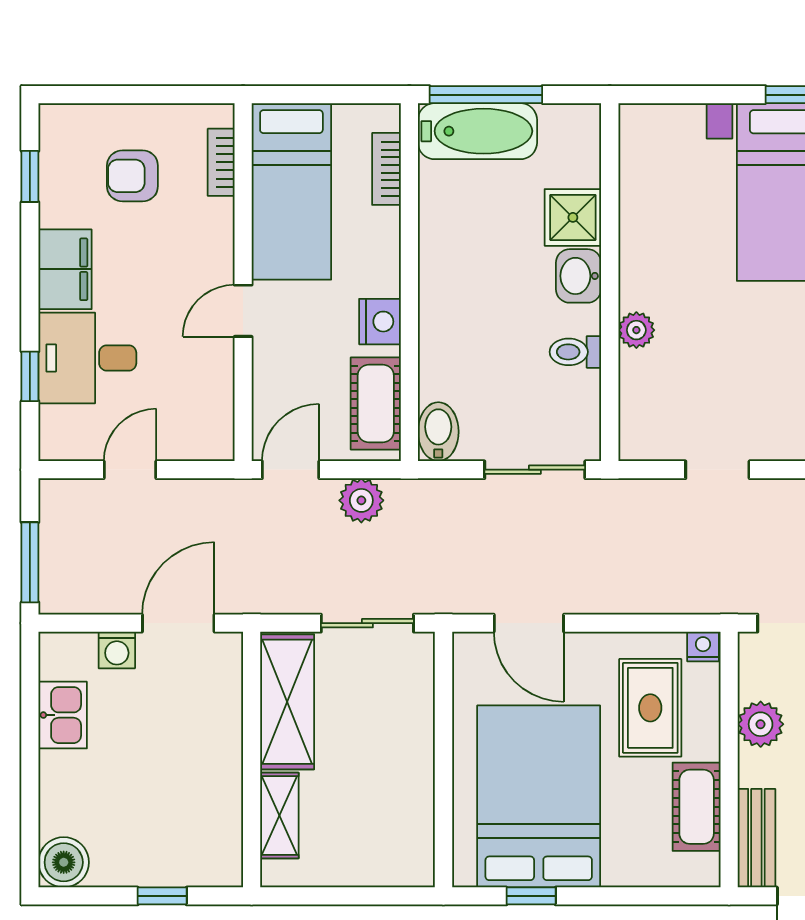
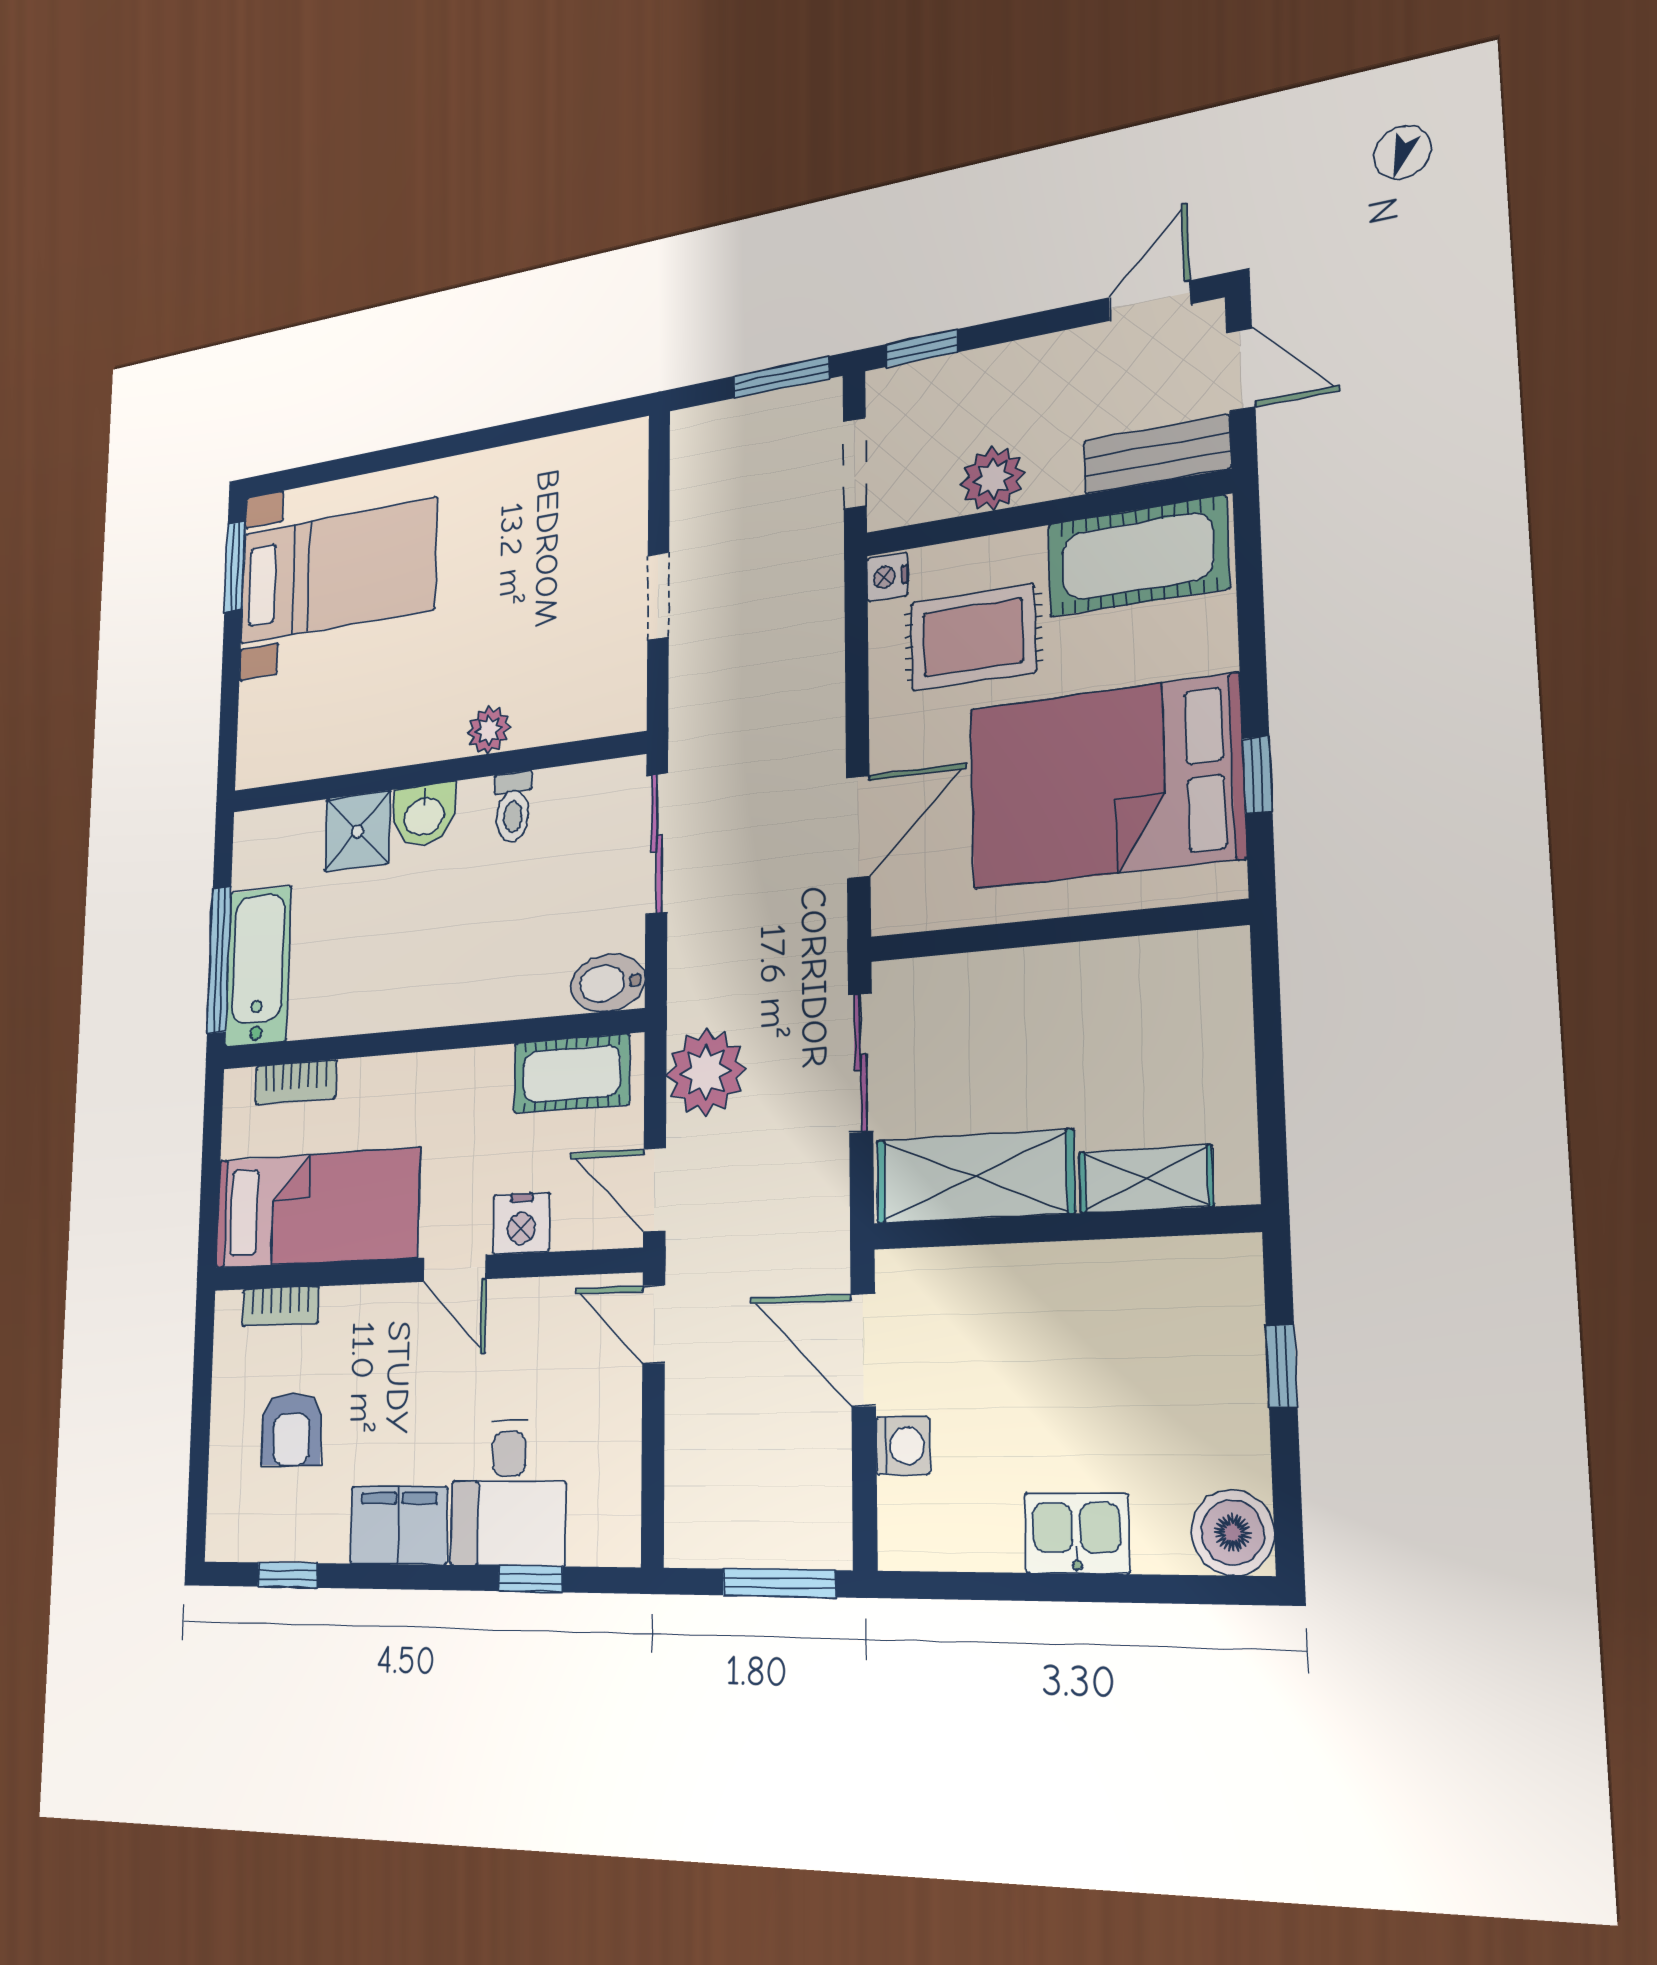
nightstand: (380, 322) -> (521, 1223), moved, turned 180
door: (130, 470) -> (654, 1324), moved
plant: (361, 500) -> (706, 1072), width x1.36, depth x1.36
kitchen sink: (63, 715) -> (1077, 1533), moved
cot: (697, 807) -> (1138, 556), width x1.37, depth x1.34

